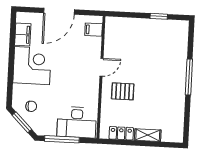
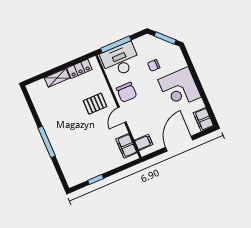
filing cabinet: (112, 34) -> (126, 146), added
filing cabinet: (23, 35) -> (204, 119), moved
chair: (86, 87) -> (127, 92), added
chair: (31, 106) -> (154, 65), moved
window: (62, 139) -> (116, 44), moved

